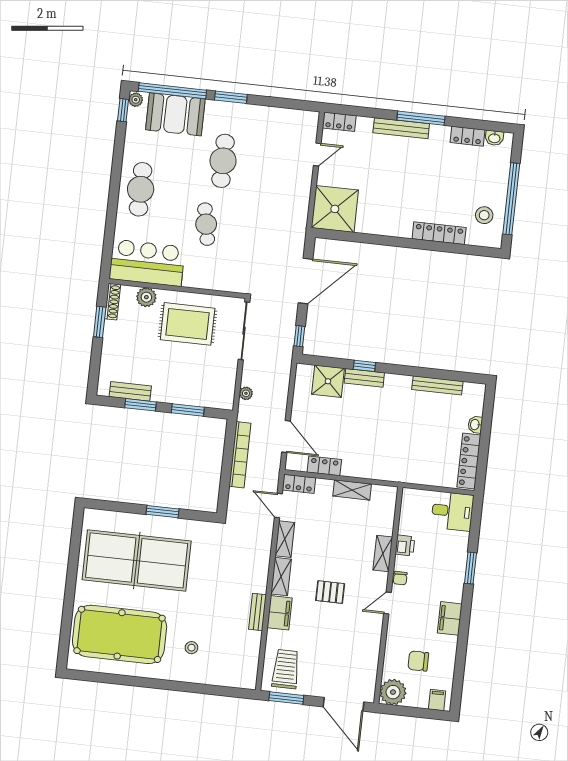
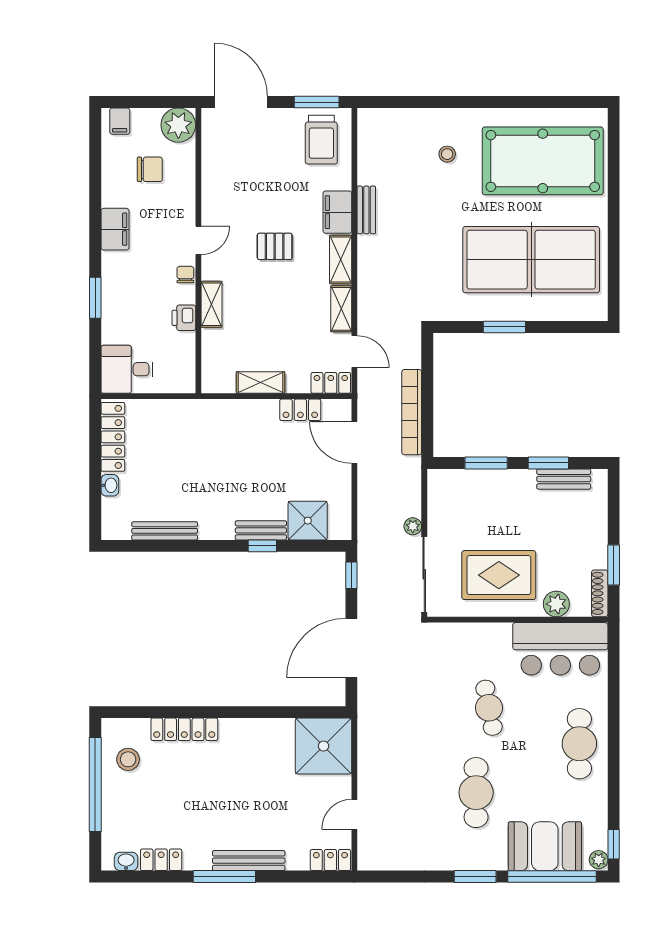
plant: (246, 393) -> (413, 526), moved

